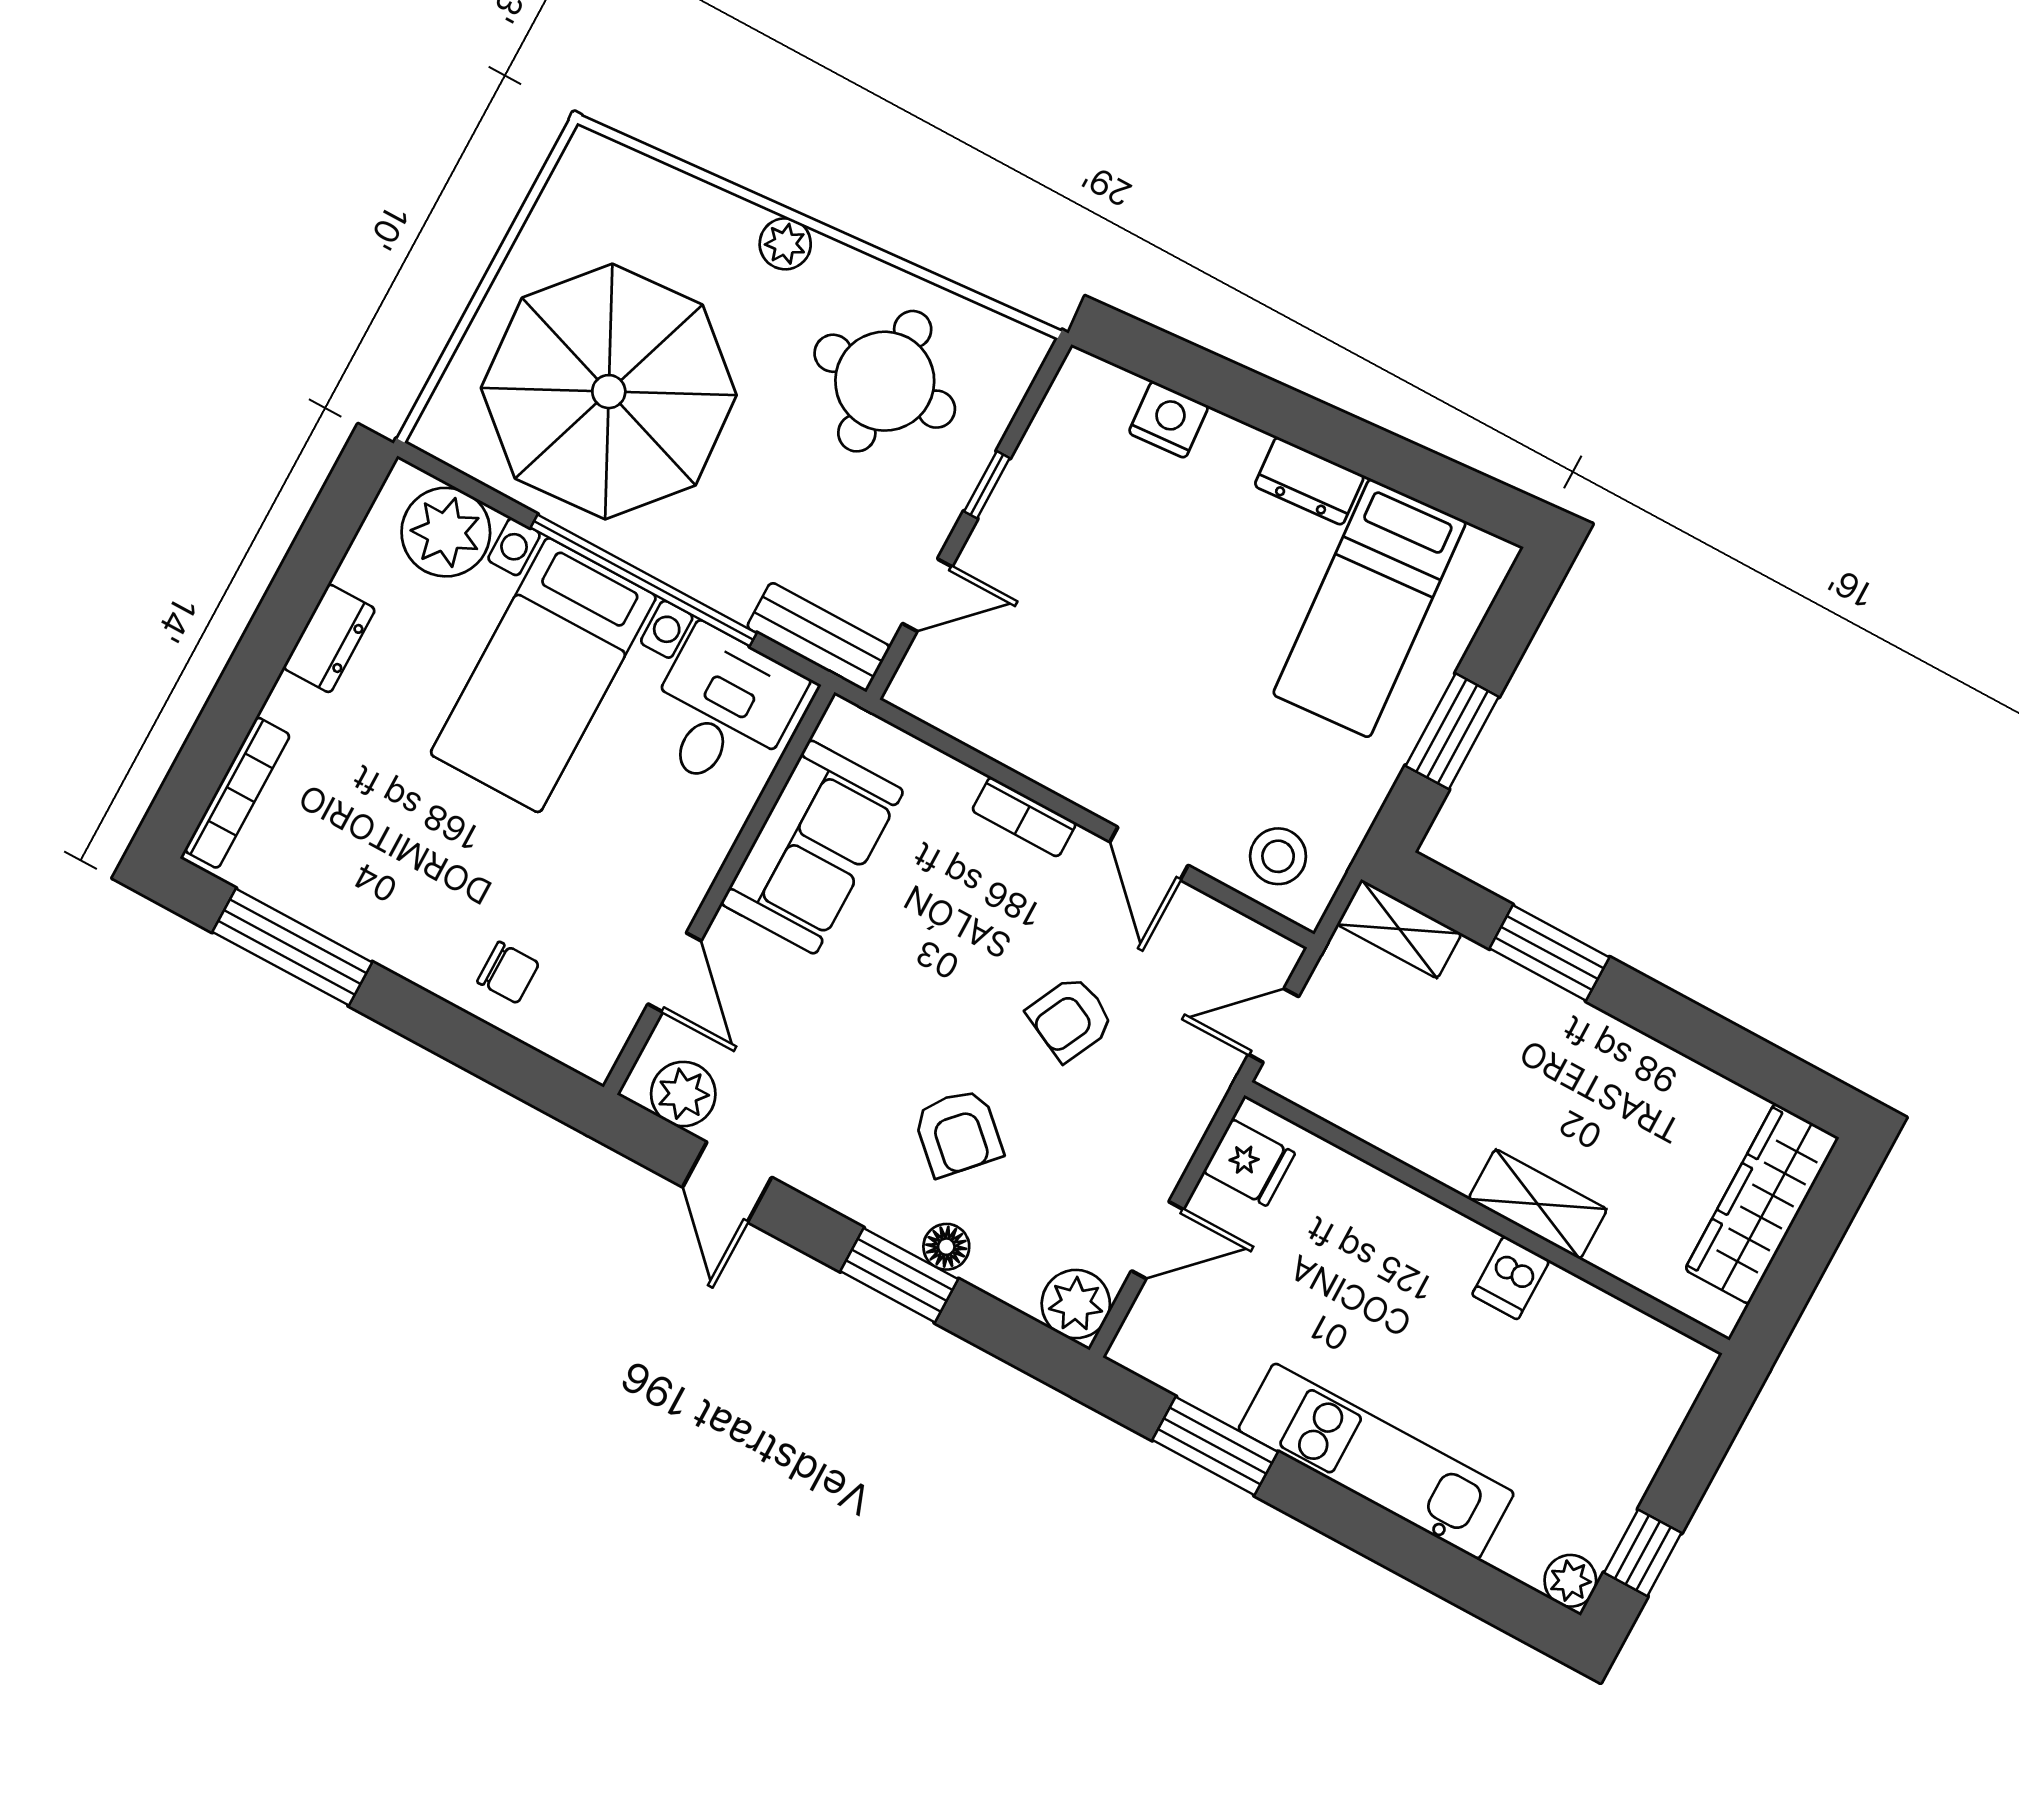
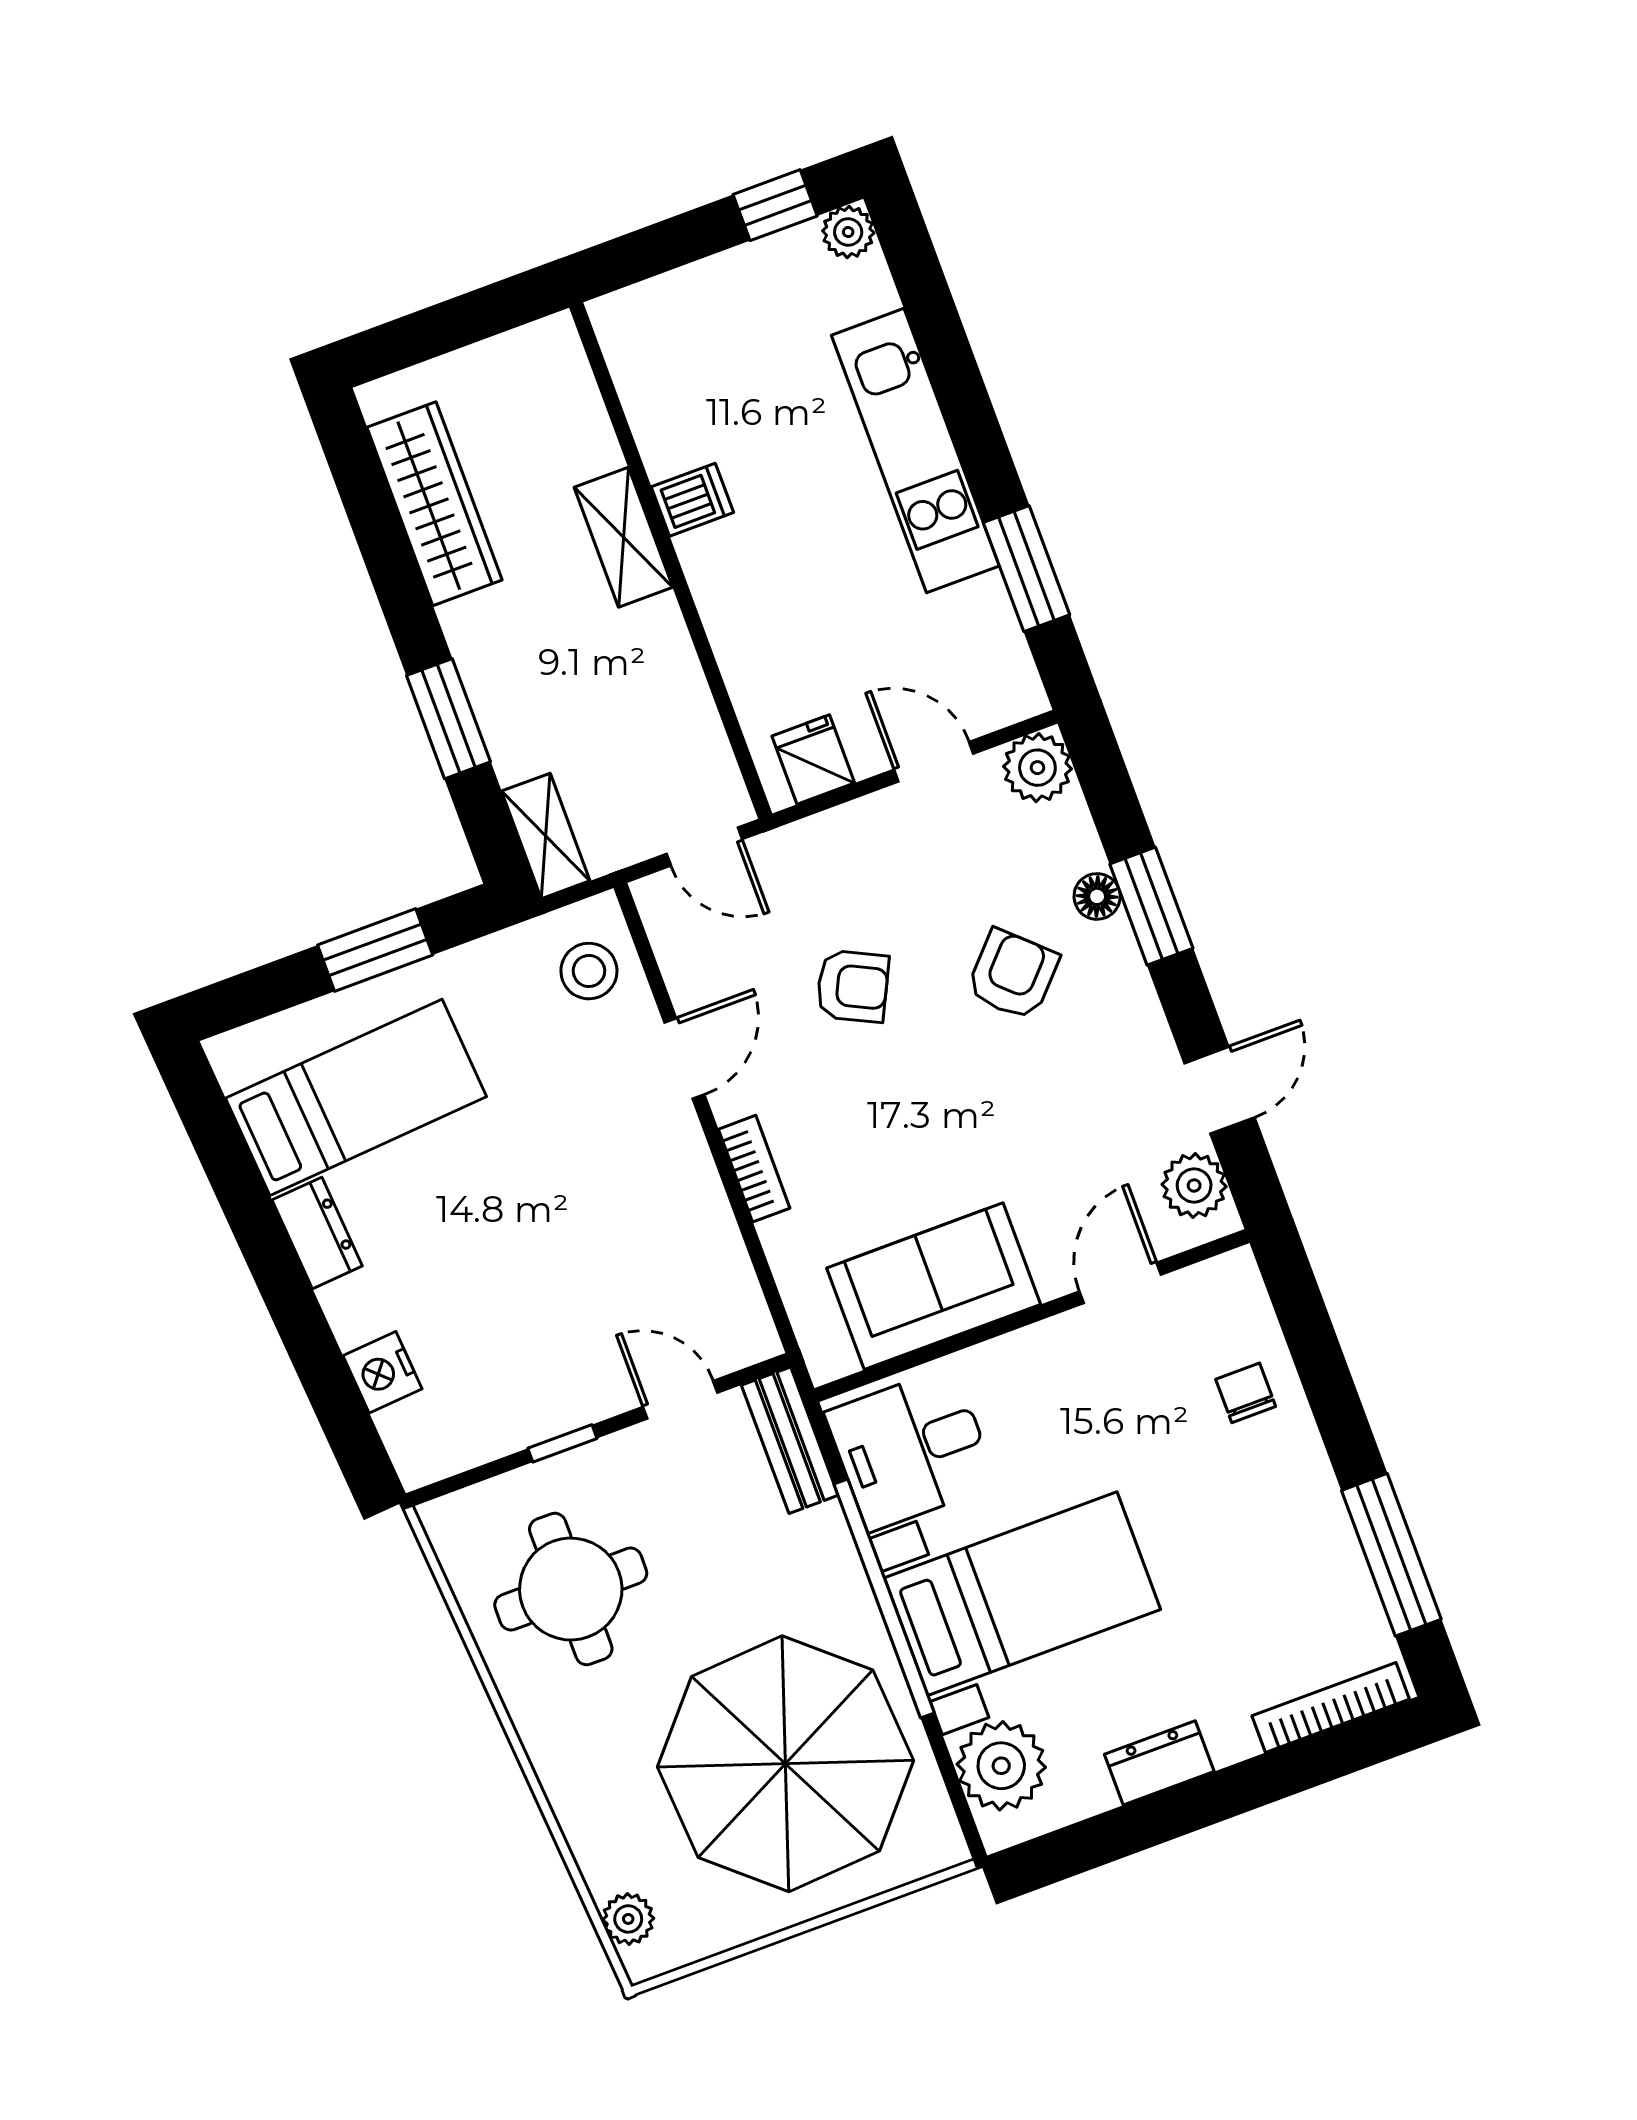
plant: (785, 244) -> (628, 1919), moved
wardrobe: (1762, 1204) -> (434, 504), moved, turned -90

